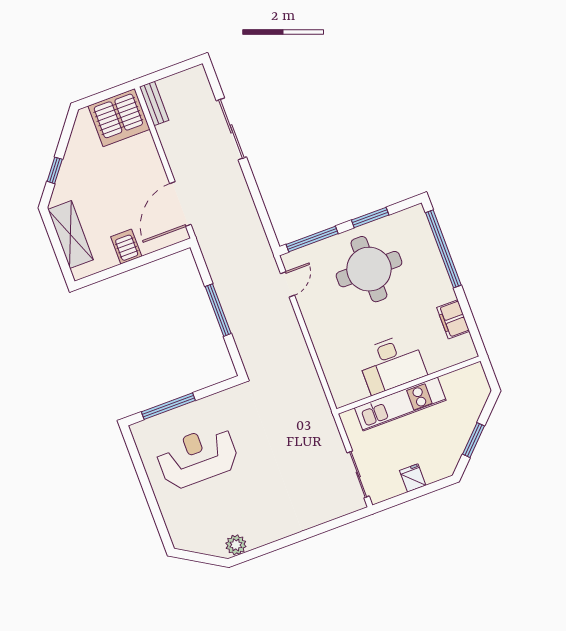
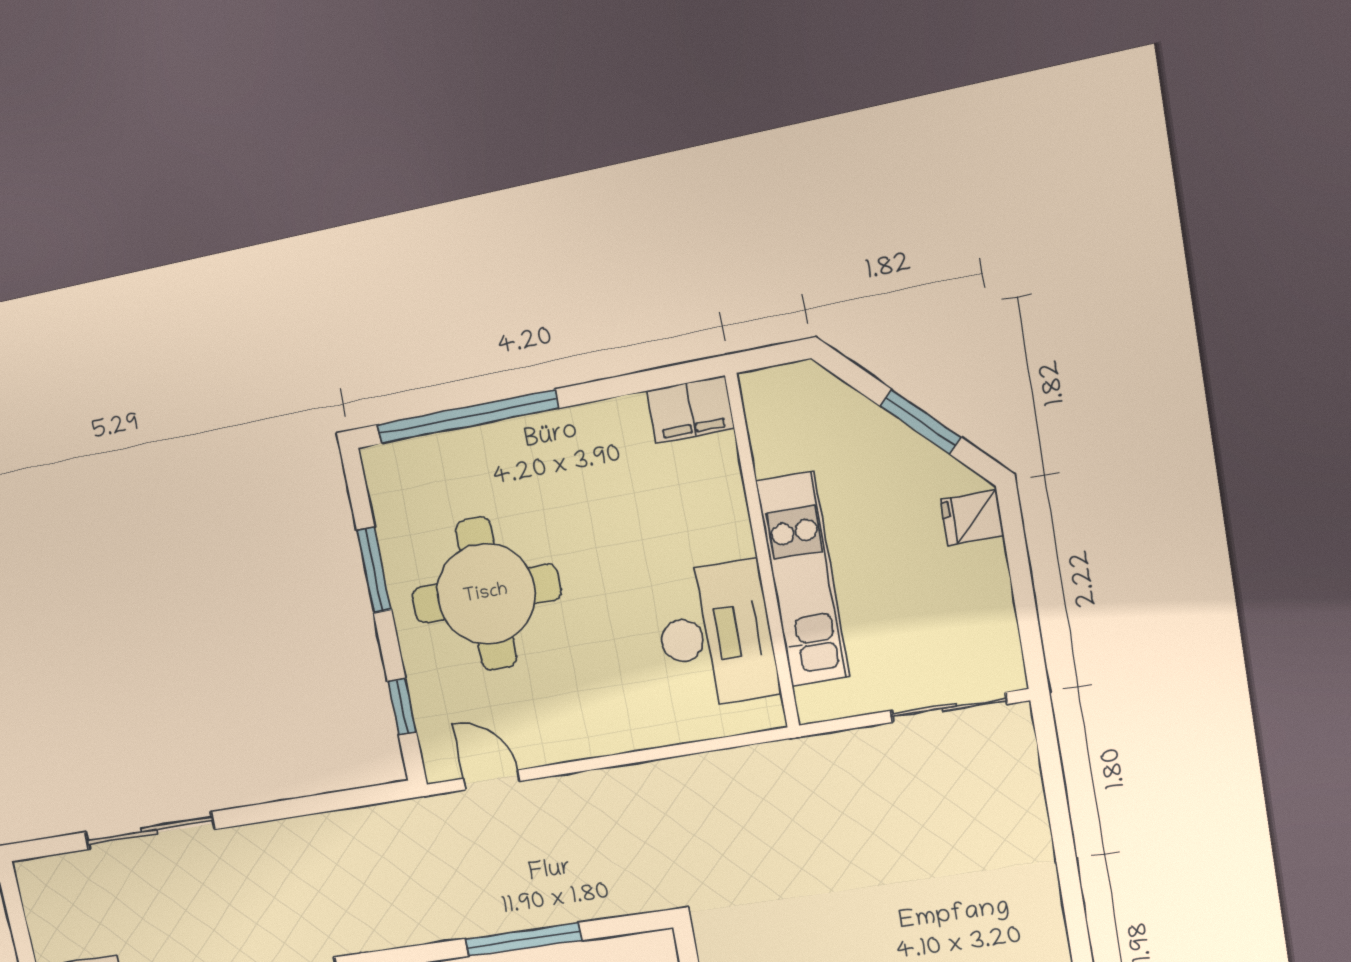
window: (312, 239) -> (402, 707), width x0.46
filing cabinet: (453, 319) -> (690, 410), moved
desk: (392, 364) -> (716, 635), moved
fridge: (413, 478) -> (972, 518), moved

